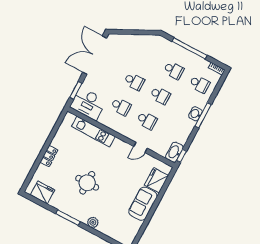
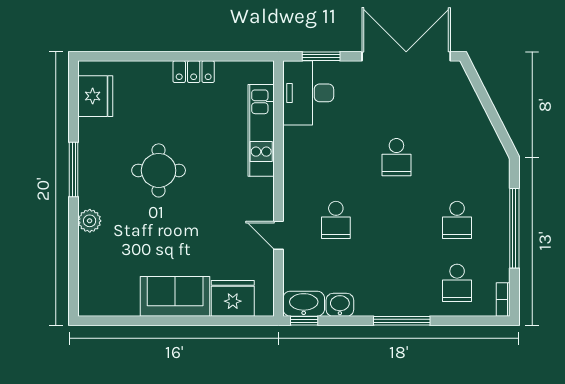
school desk: (160, 95) -> (396, 220), removed
school desk: (121, 106) -> (336, 157), removed
washbasin: (195, 114) -> (340, 305), moved
locker: (49, 156) -> (194, 72), moved

